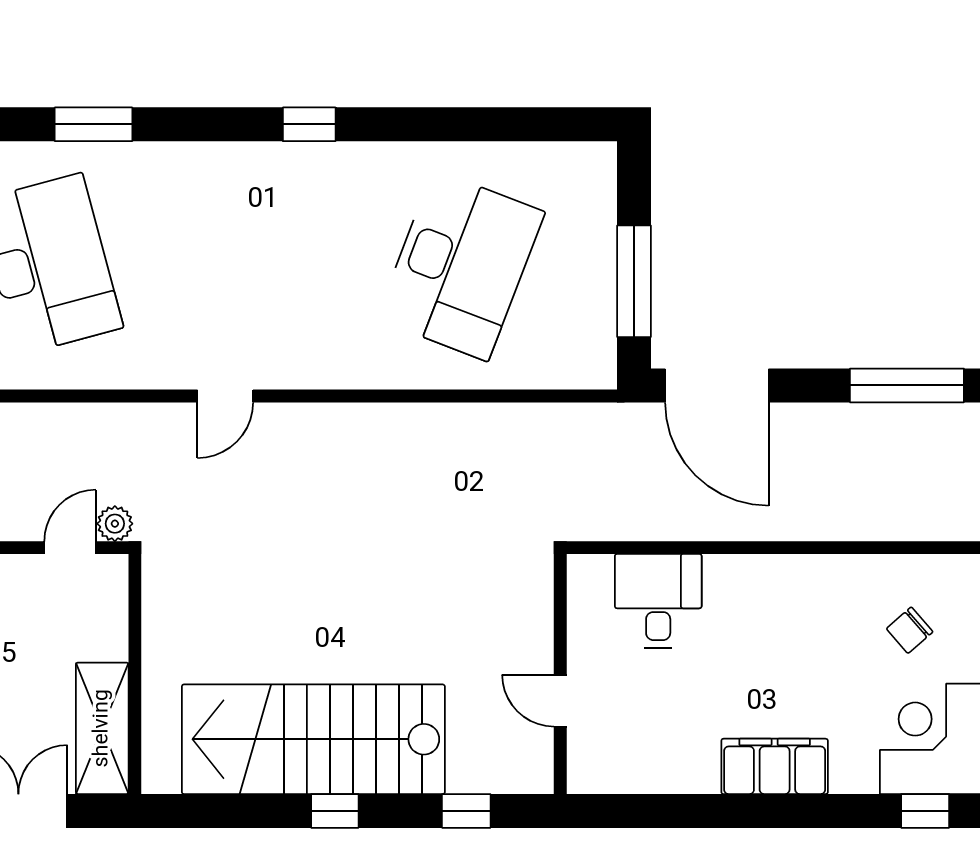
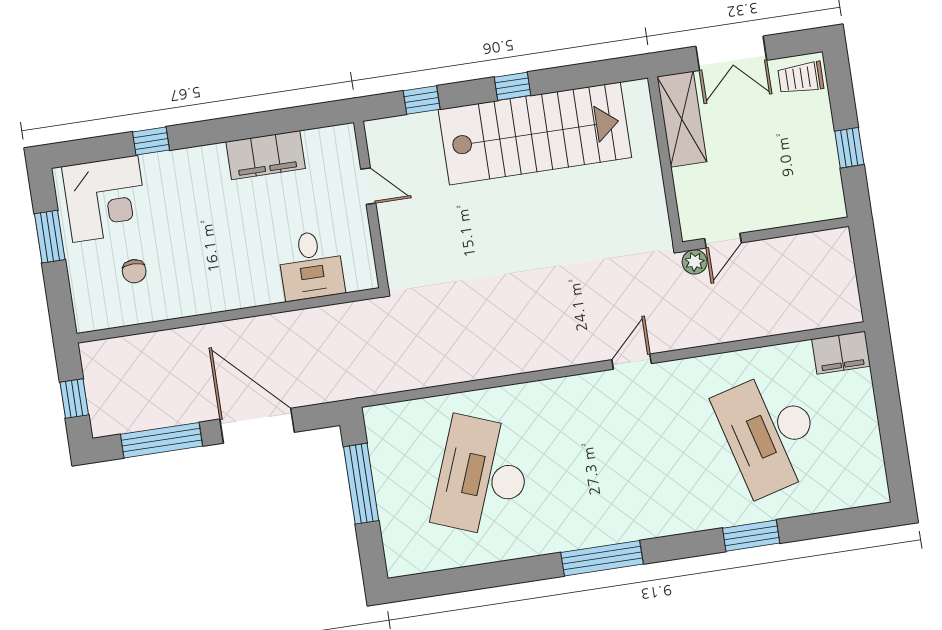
window: (309, 124) -> (602, 558), width x2.17
door: (717, 385) -> (257, 426), moved
chair: (910, 630) -> (134, 271), turned 131
filing cabinet: (775, 766) -> (266, 155), moved
window: (925, 811) -> (151, 141), moved

